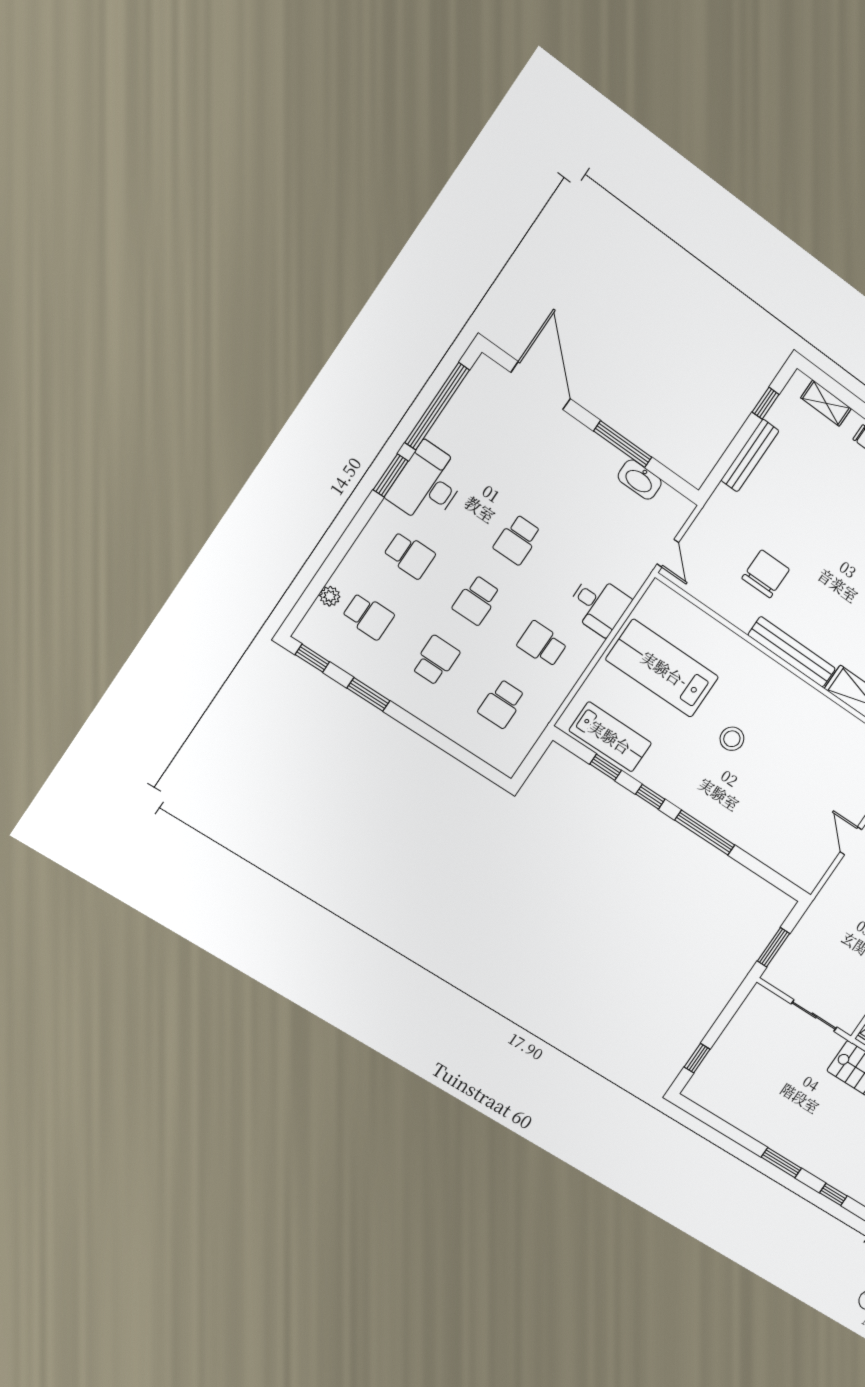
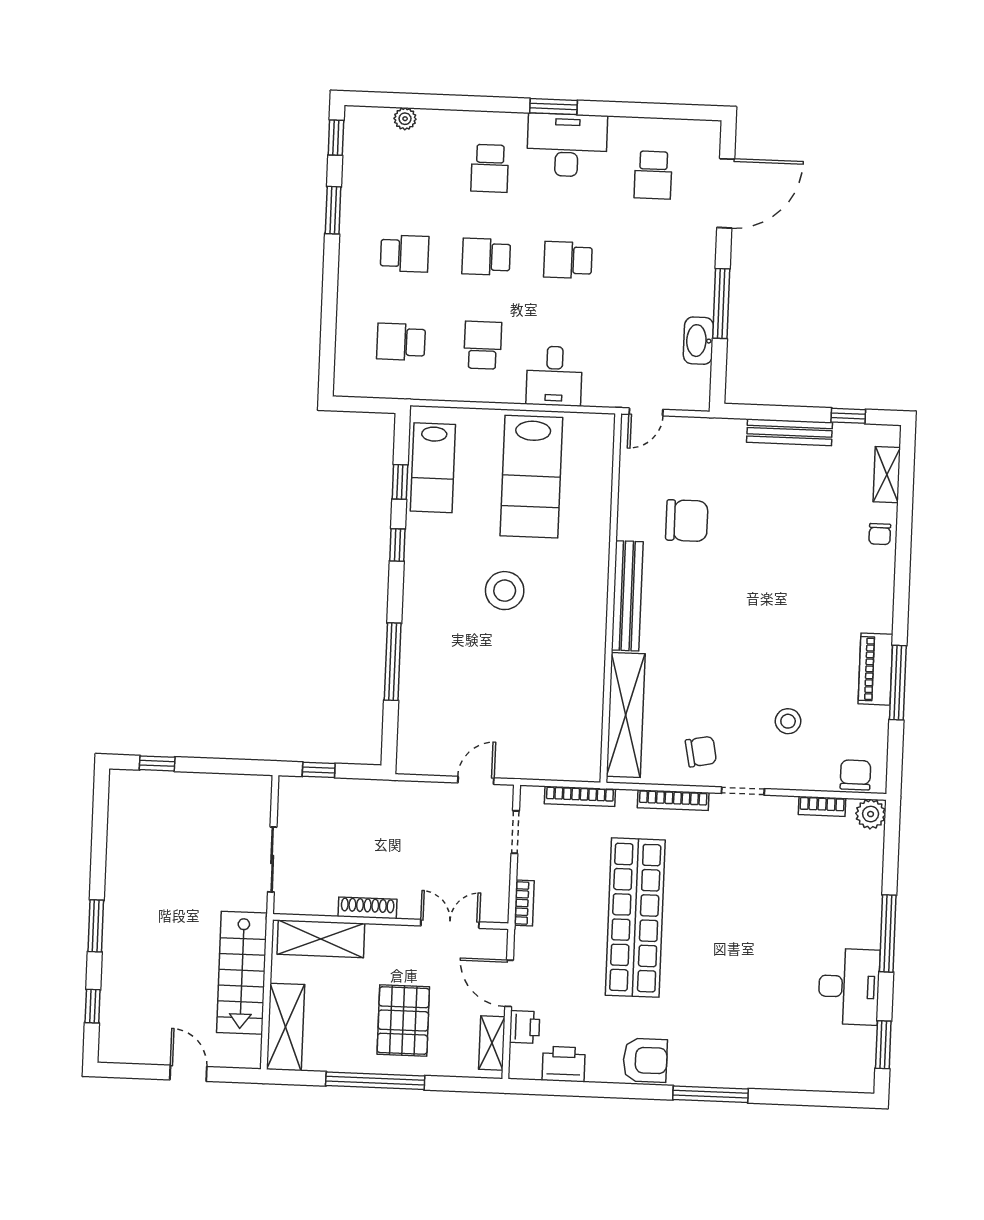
window: (437, 406) -> (645, 110), removed
school desk: (368, 616) -> (653, 175), moved
lab bench: (662, 668) -> (531, 477), turned 180
stool: (732, 739) -> (505, 591), width x1.38, depth x1.38
window: (705, 833) -> (393, 662), moved
window: (773, 947) -> (319, 770), width x0.67

